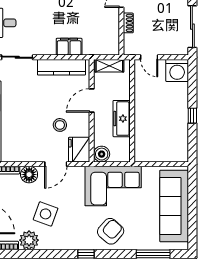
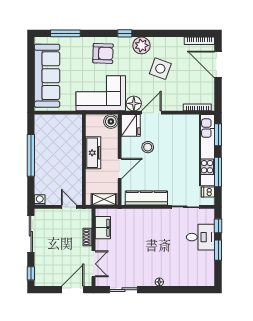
filing cabinet: (69, 47) -> (103, 228), moved, turned -90
washing machine: (177, 70) -> (40, 200), width x0.53, depth x0.53
window: (192, 116) -> (31, 155), width x3.17
floor lamp: (29, 175) -> (134, 103), moved
armchair: (111, 231) -> (103, 53), turned -129
plant: (29, 240) -> (141, 45), moved

